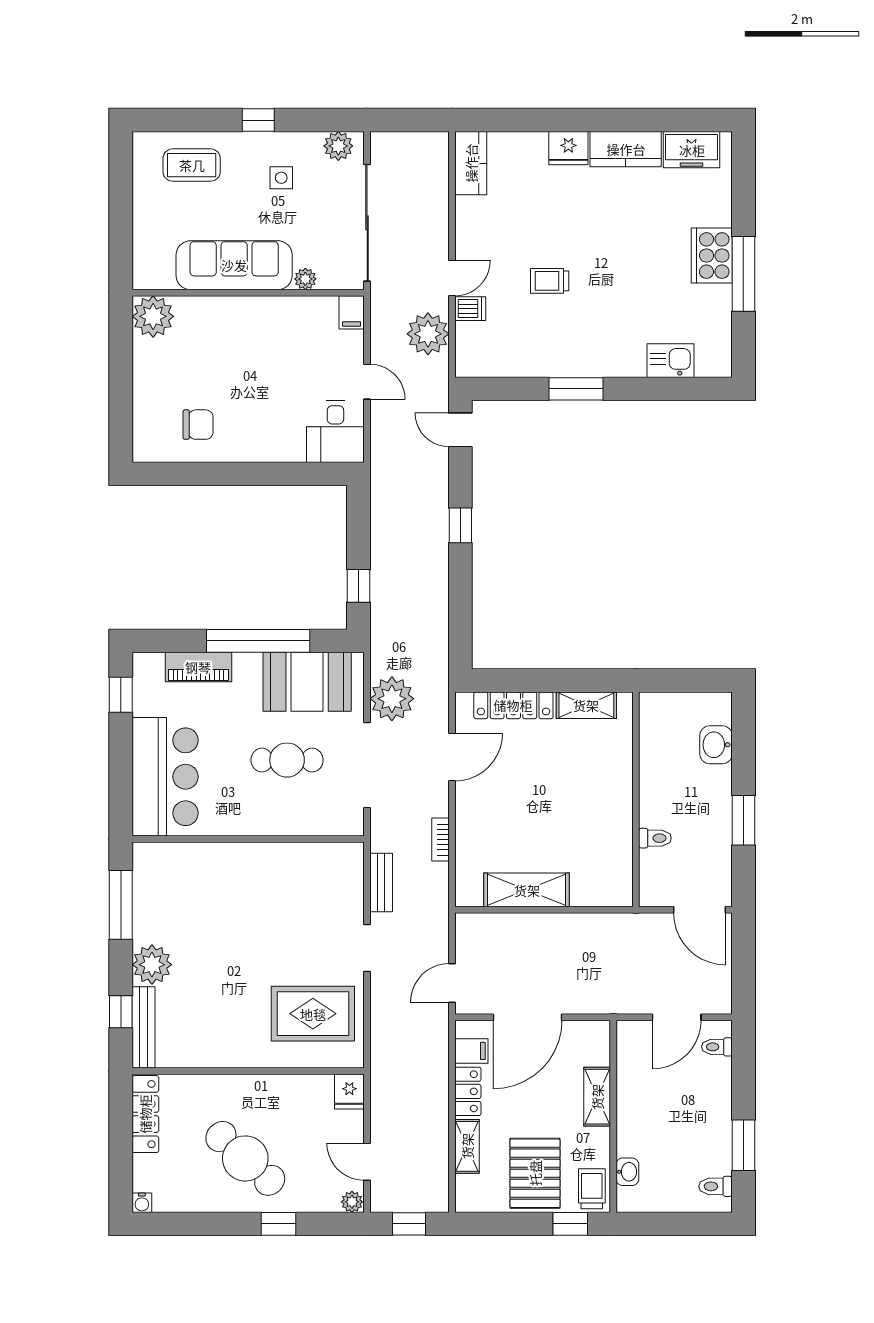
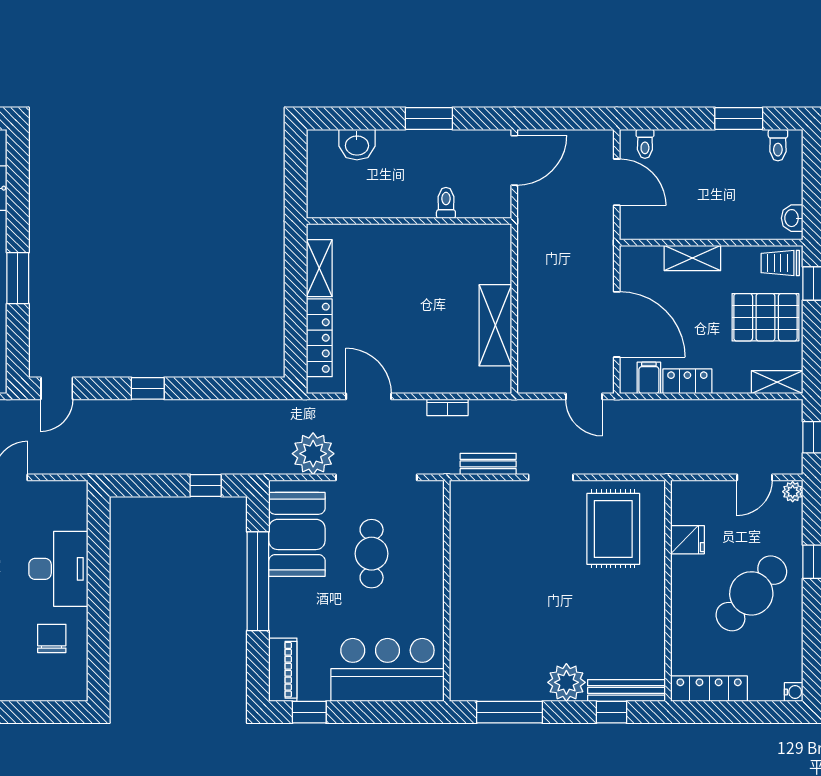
desk: (335, 432) -> (58, 569), moved, width x1.37
piano: (198, 667) -> (283, 670), moved
fridge: (349, 1091) -> (688, 540), moved
shelving: (467, 1146) -> (777, 382), moved
washbasin: (627, 1172) -> (792, 218), moved, turned -90

